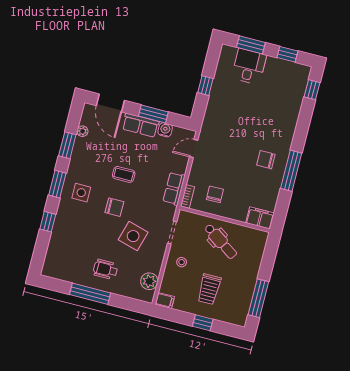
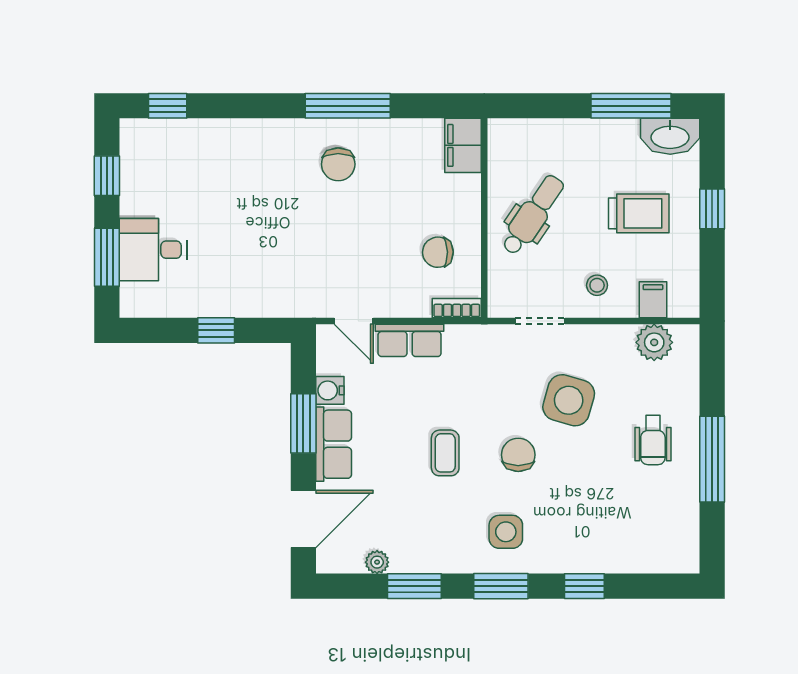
row of seats: (174, 189) -> (410, 340), moved
filing cabinet: (165, 300) -> (653, 300), moved
washbasin: (240, 312) -> (670, 136), added

